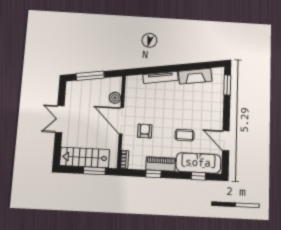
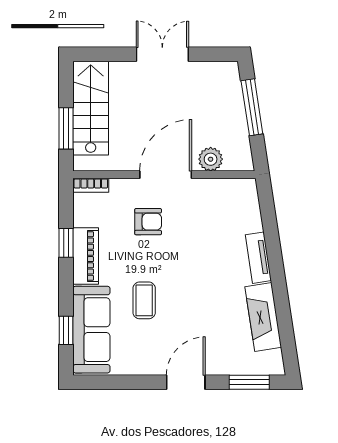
tv unit: (161, 77) -> (258, 258), width x0.71
door: (226, 141) -> (186, 382), moved

